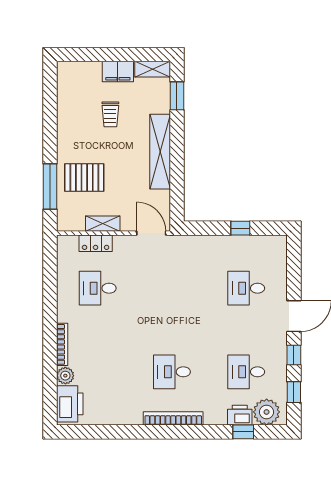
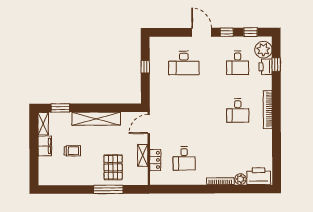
window: (50, 186) -> (108, 189), moved
desk: (246, 288) -> (184, 63), width x1.37

